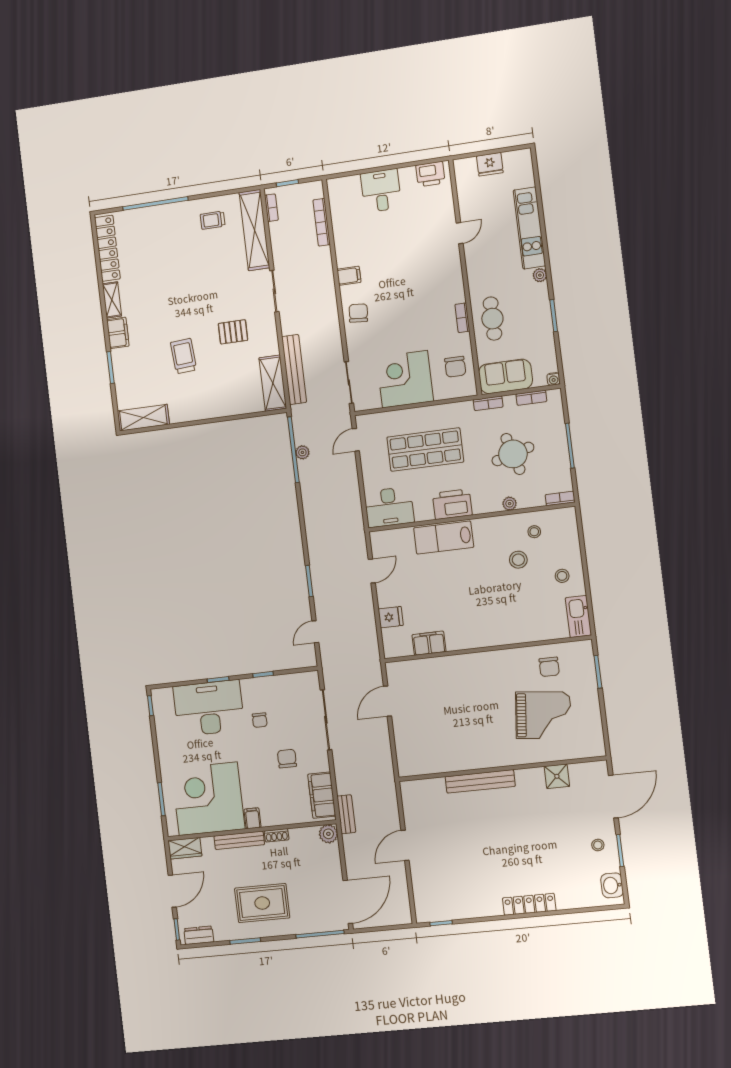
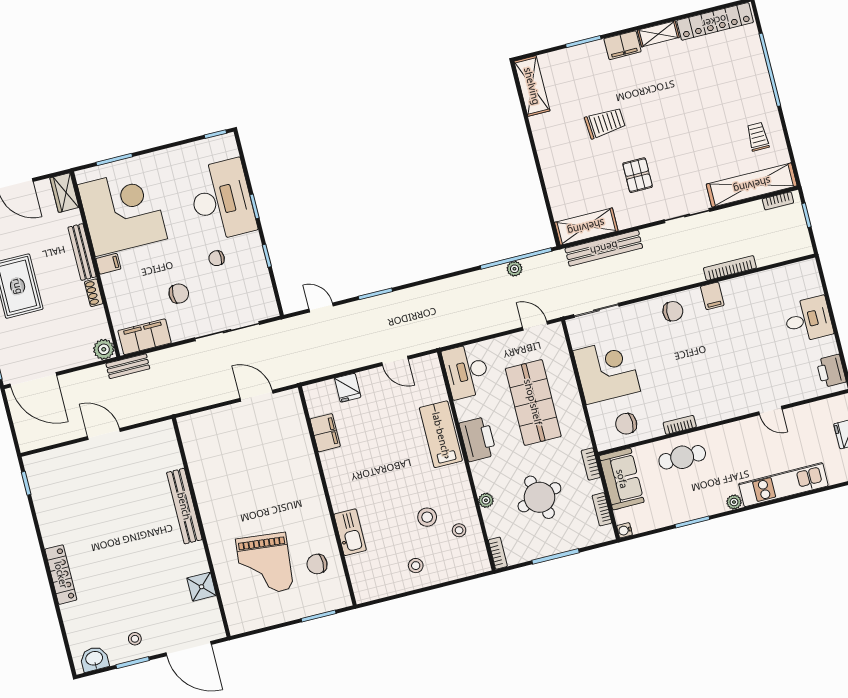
bookcase: (322, 222) -> (730, 268), moved
kitchen sink: (578, 616) -> (350, 532), moved, turned 90

